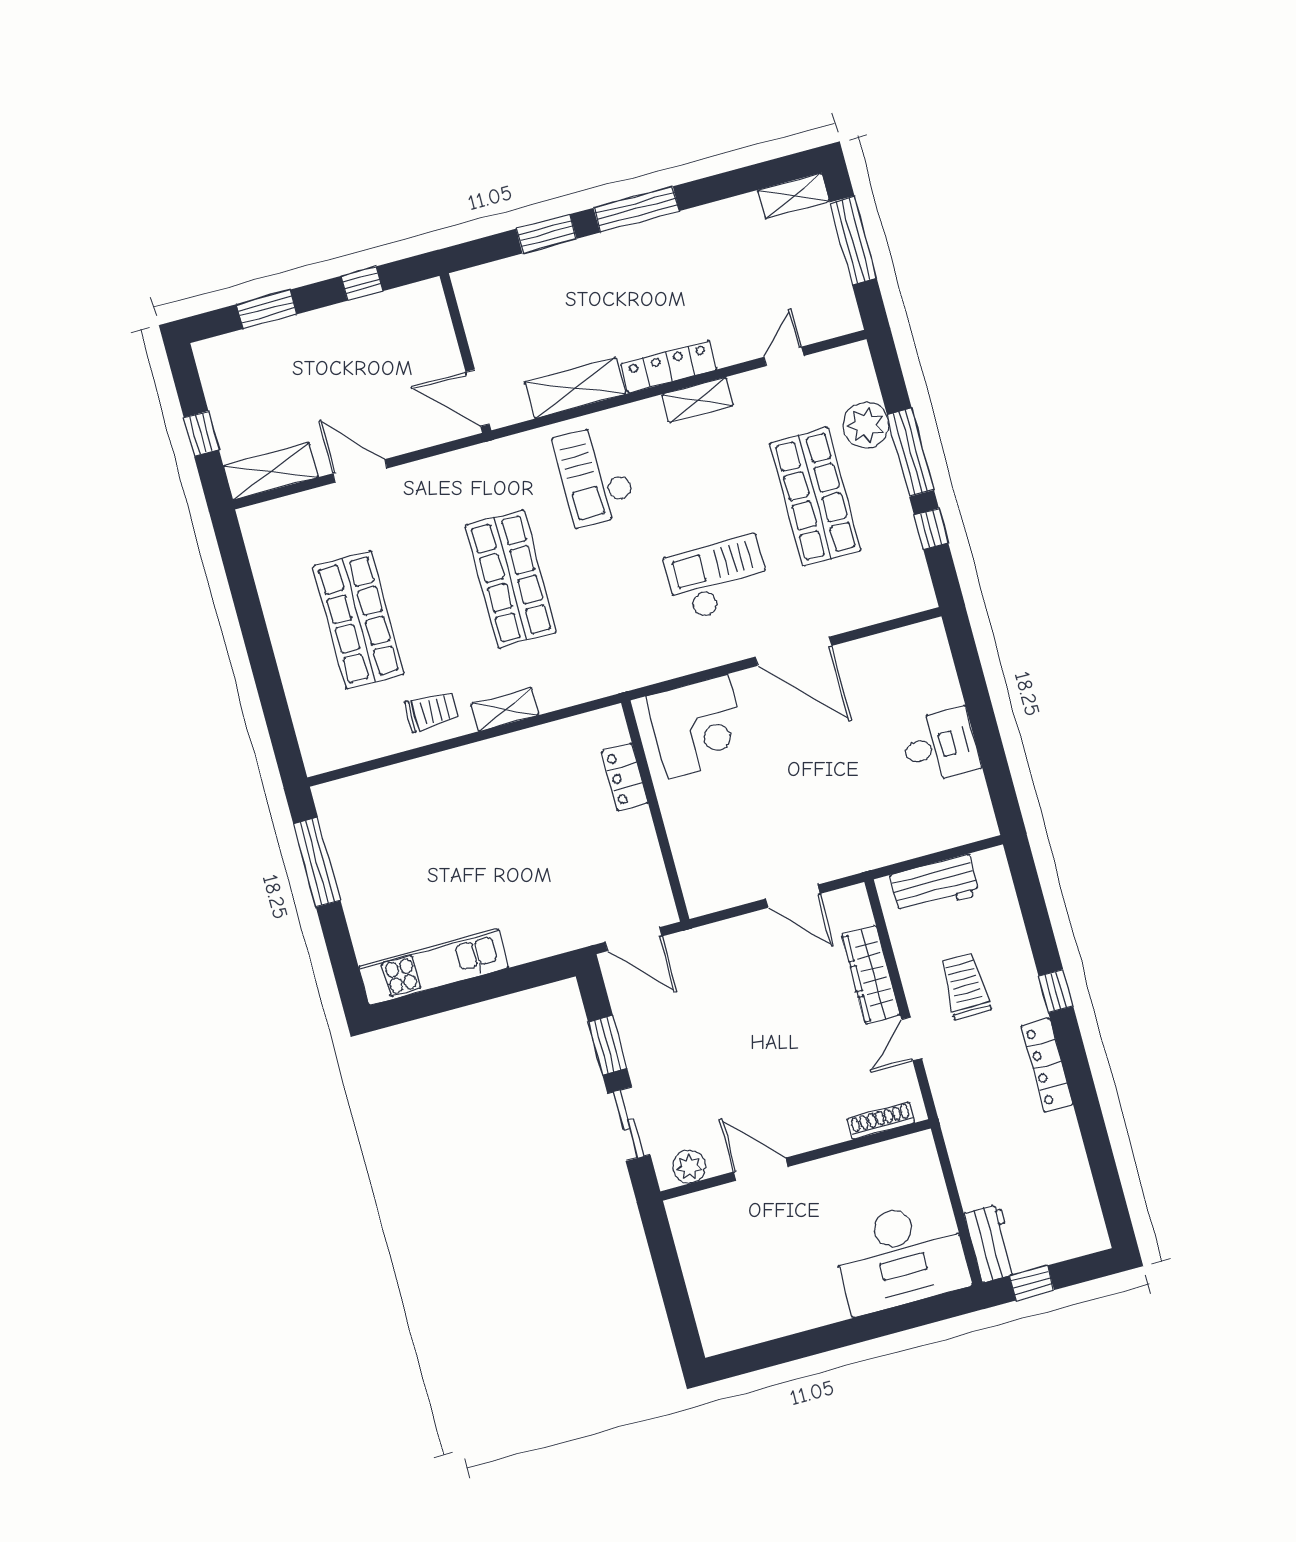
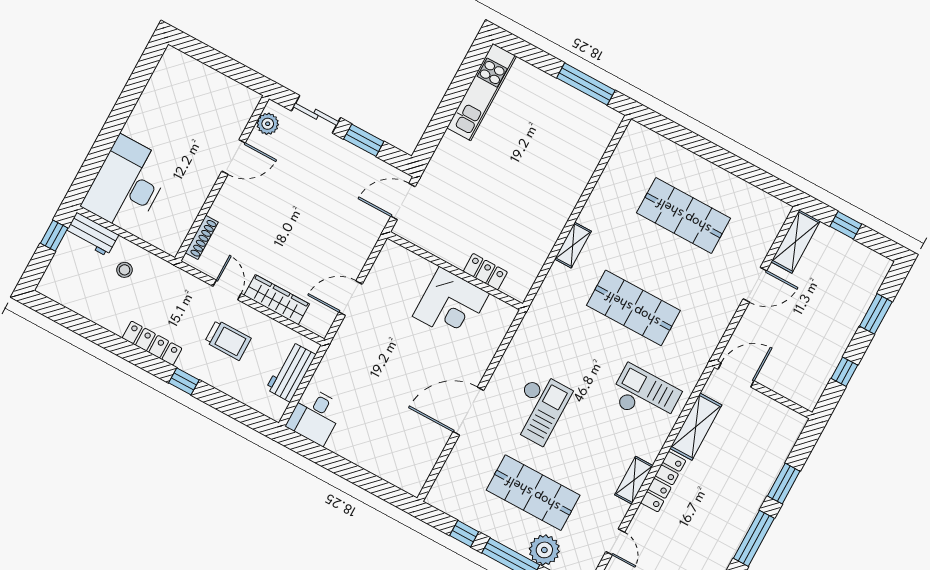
trolley: (432, 711) -> (606, 209), removed
corner desk: (698, 726) -> (451, 305), moved, turned -90
desk: (940, 746) -> (315, 416), moved
stool: (996, 1171) -> (124, 270), added

